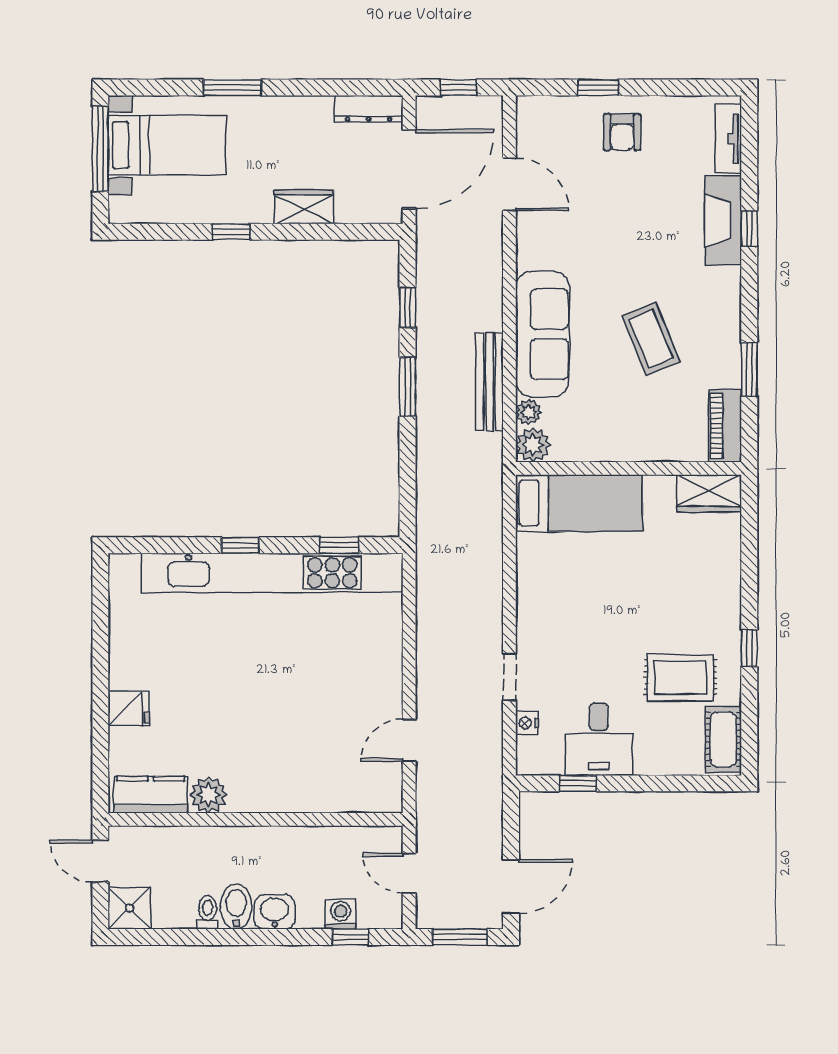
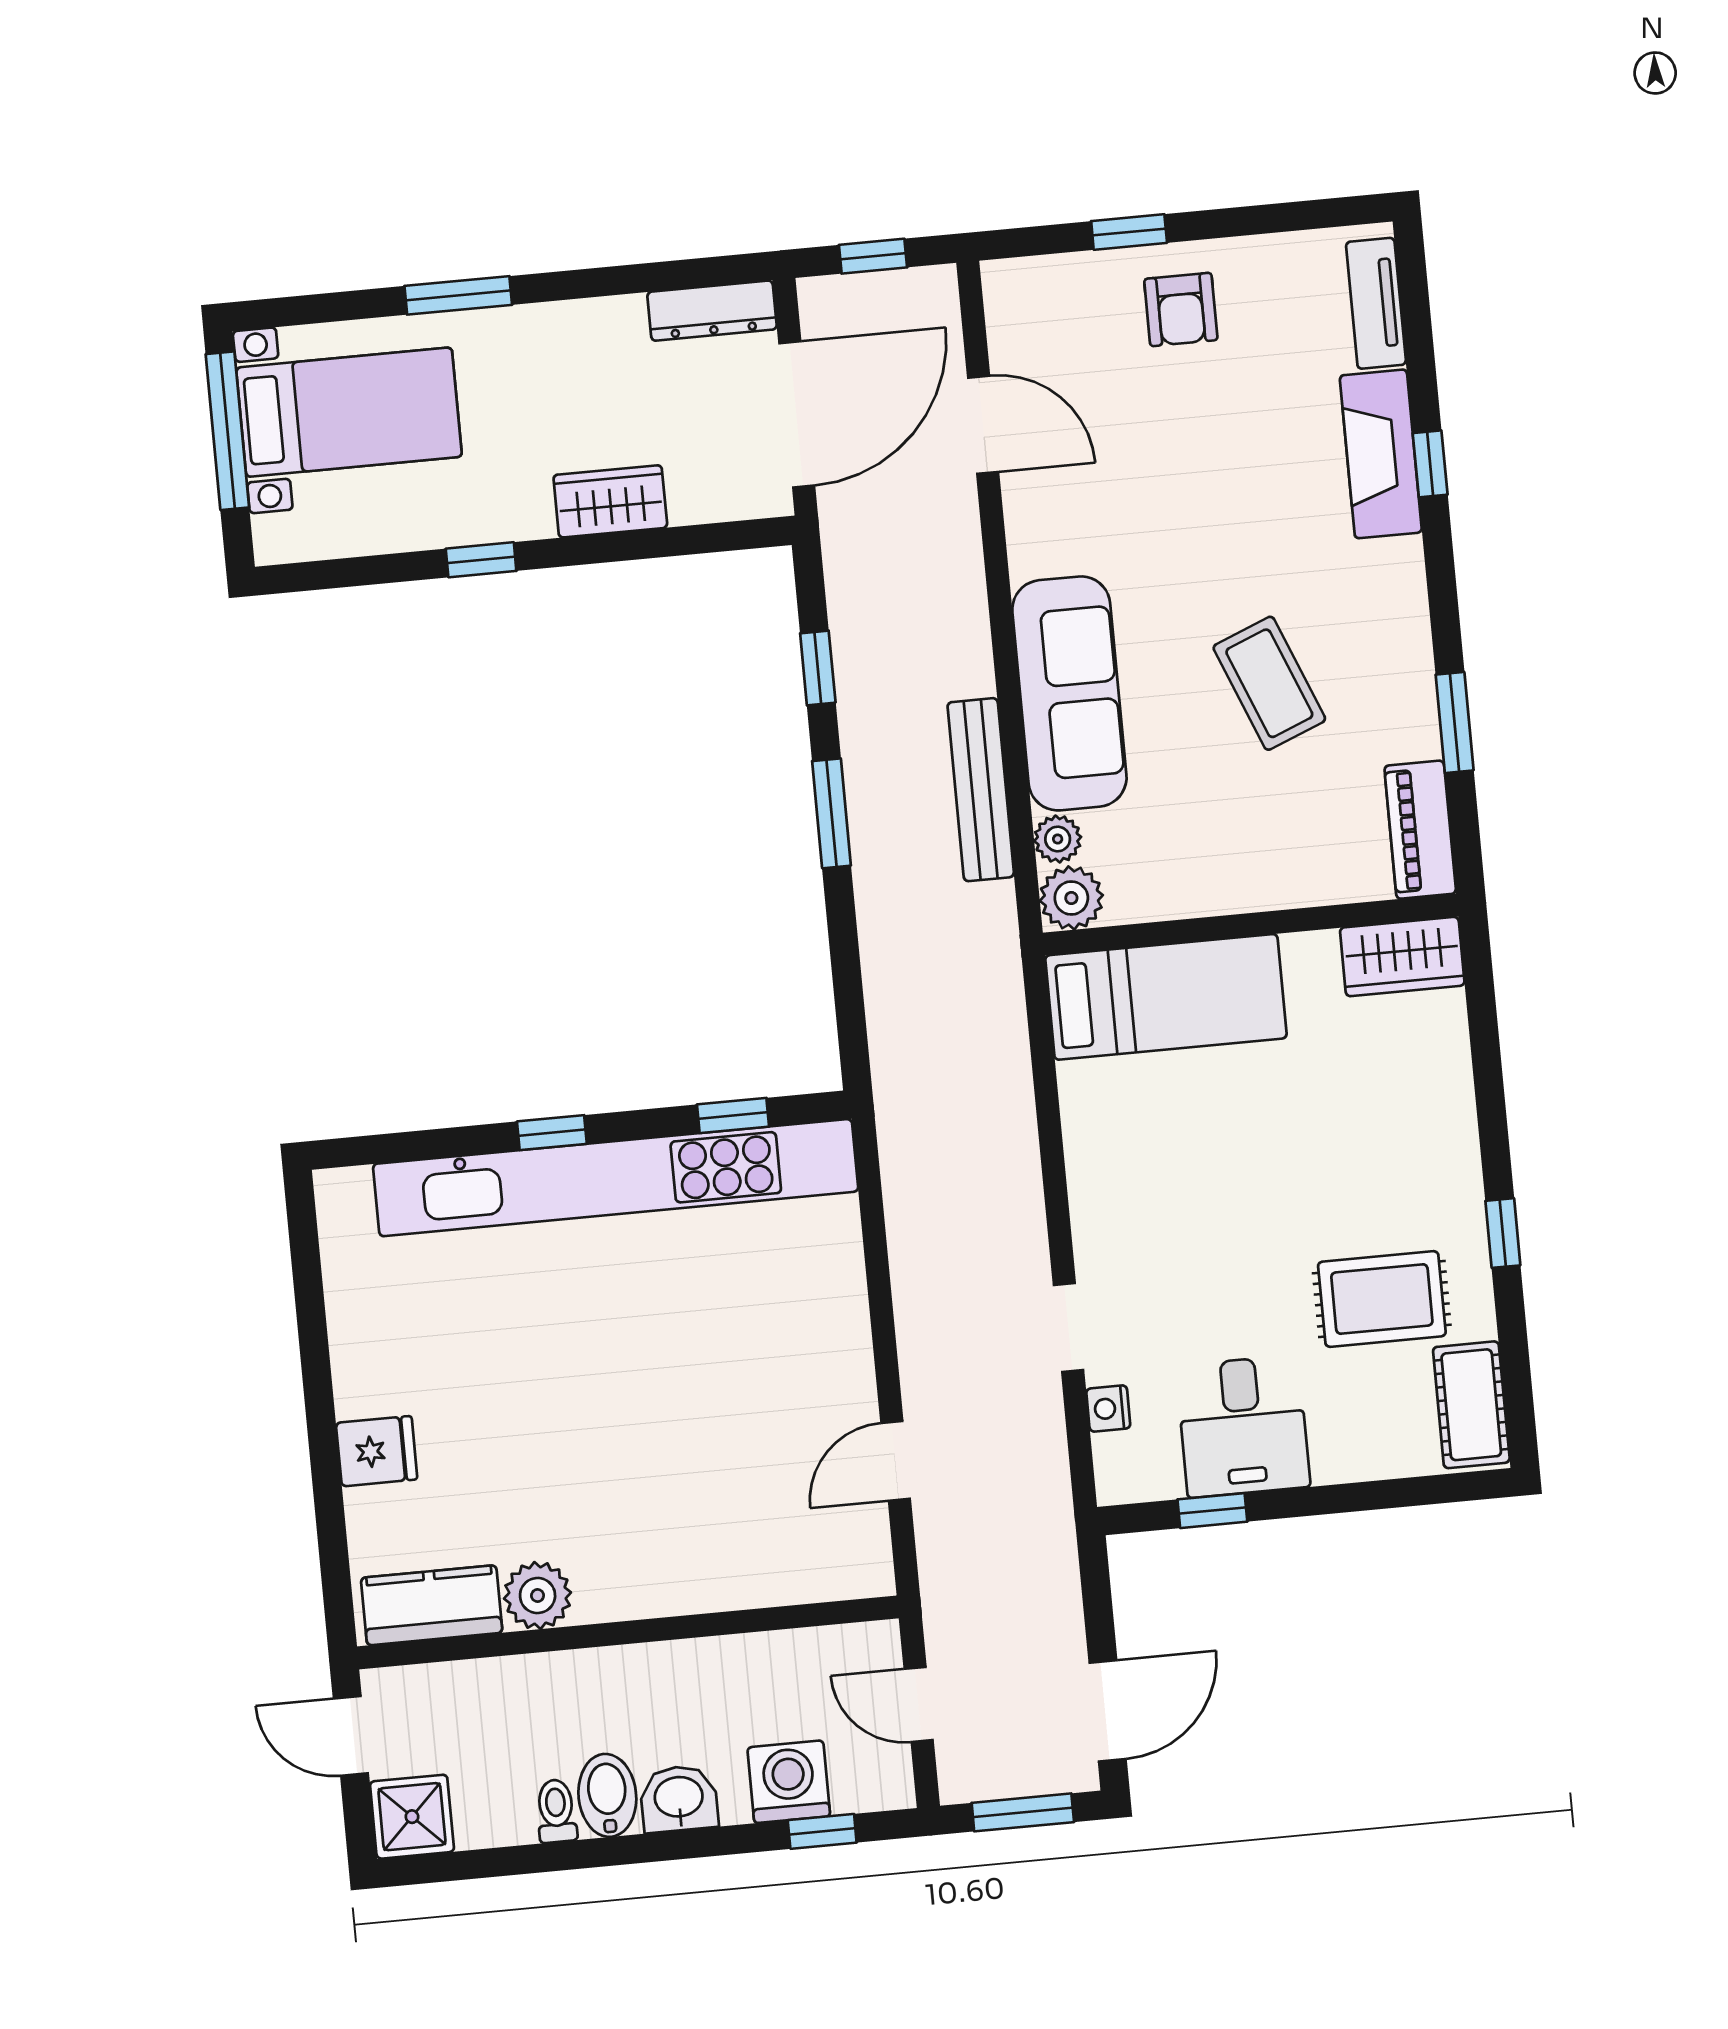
washing machine: (341, 914) -> (789, 1782), width x1.38, depth x1.38

